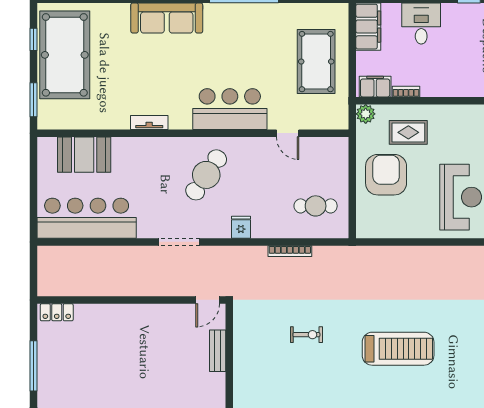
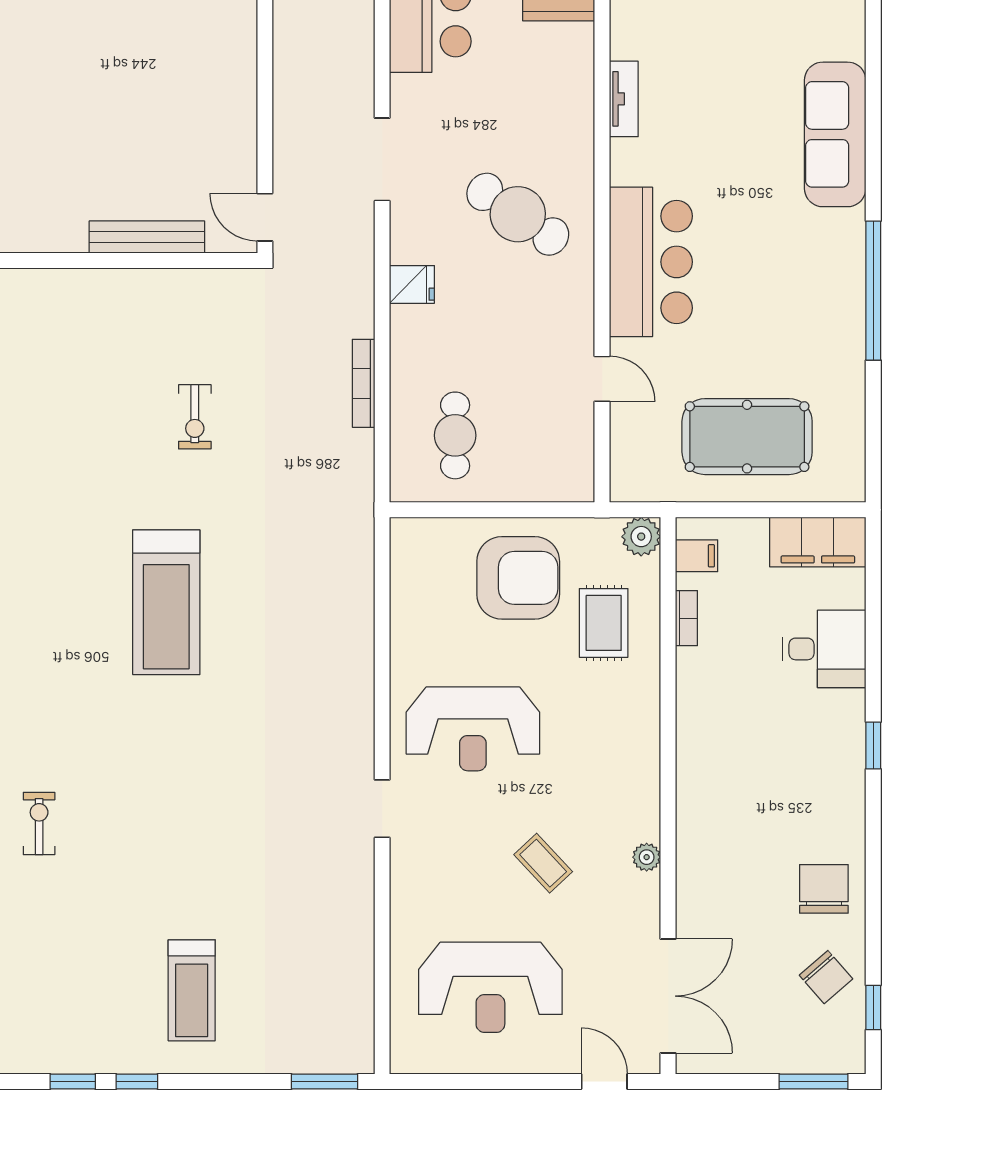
filing cabinet: (375, 87) -> (697, 556), width x0.50
door: (288, 133) -> (602, 379), swing flipped
bench: (218, 351) -> (147, 237), width x1.36

